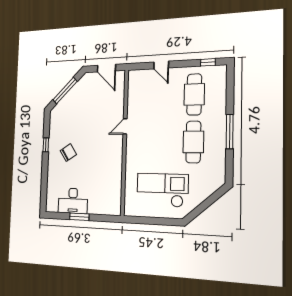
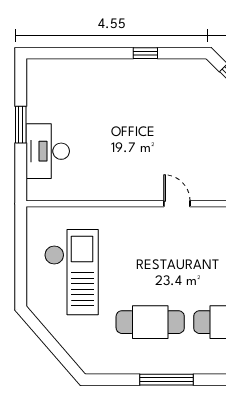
chair: (68, 153) -> (132, 99), removed
desk: (73, 201) -> (48, 151), moved

